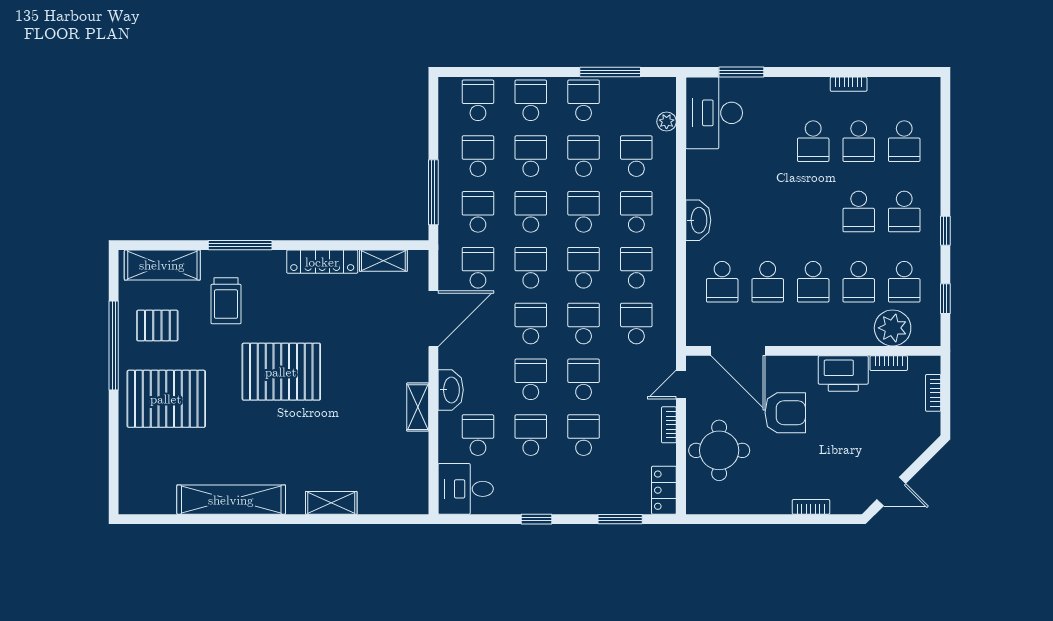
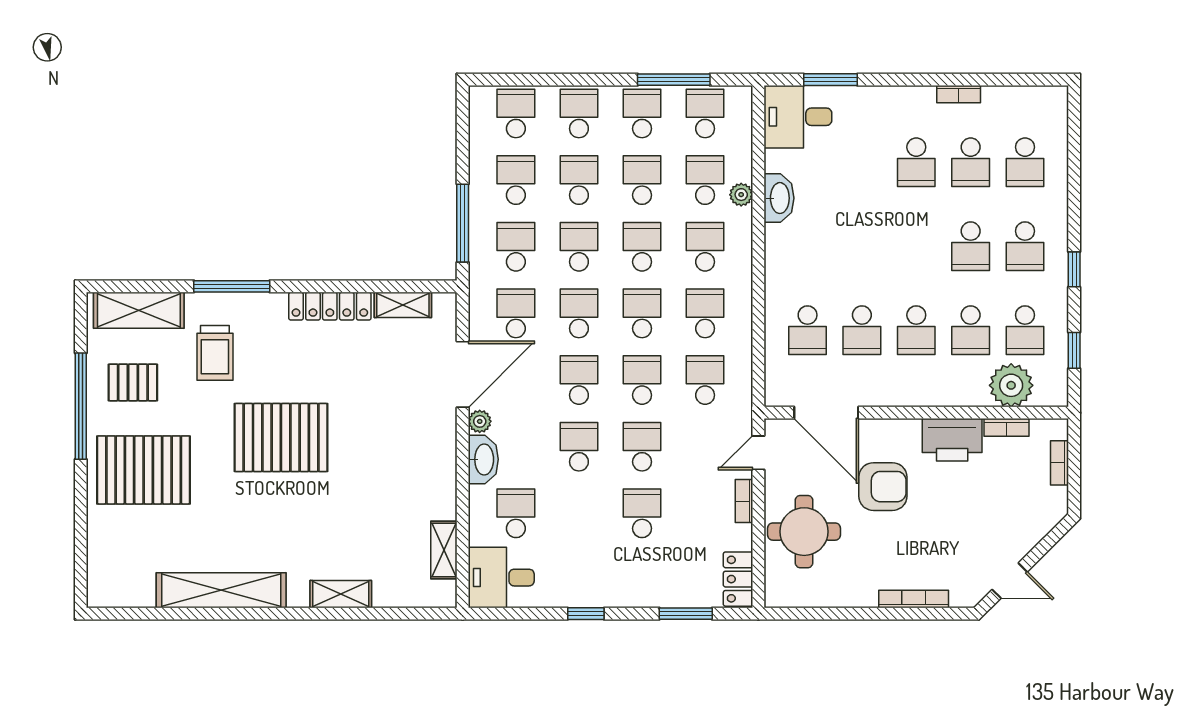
desk: (714, 113) -> (798, 117), width x0.73
plant: (667, 122) -> (741, 195), moved
washbasin: (698, 220) -> (779, 198), moved
plant: (448, 358) -> (480, 421), added
shelving: (418, 407) -> (444, 550), moved
school desk: (531, 435) -> (705, 113), moved
bookcase: (811, 507) -> (914, 599), width x1.56

